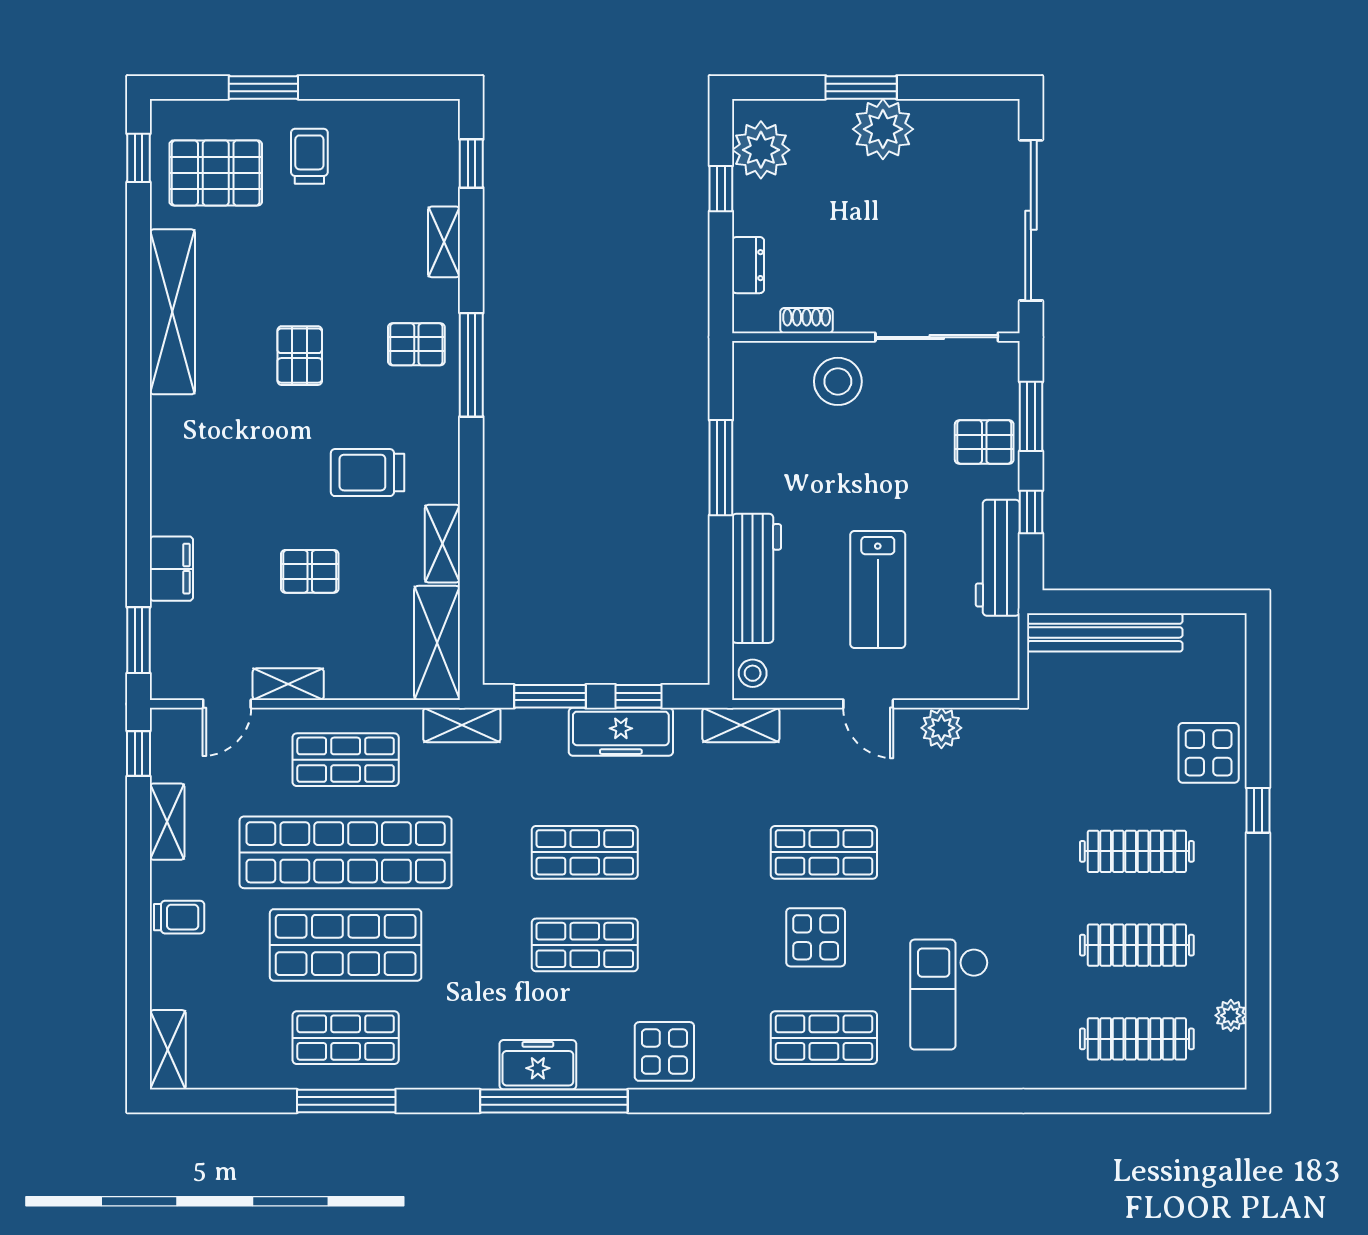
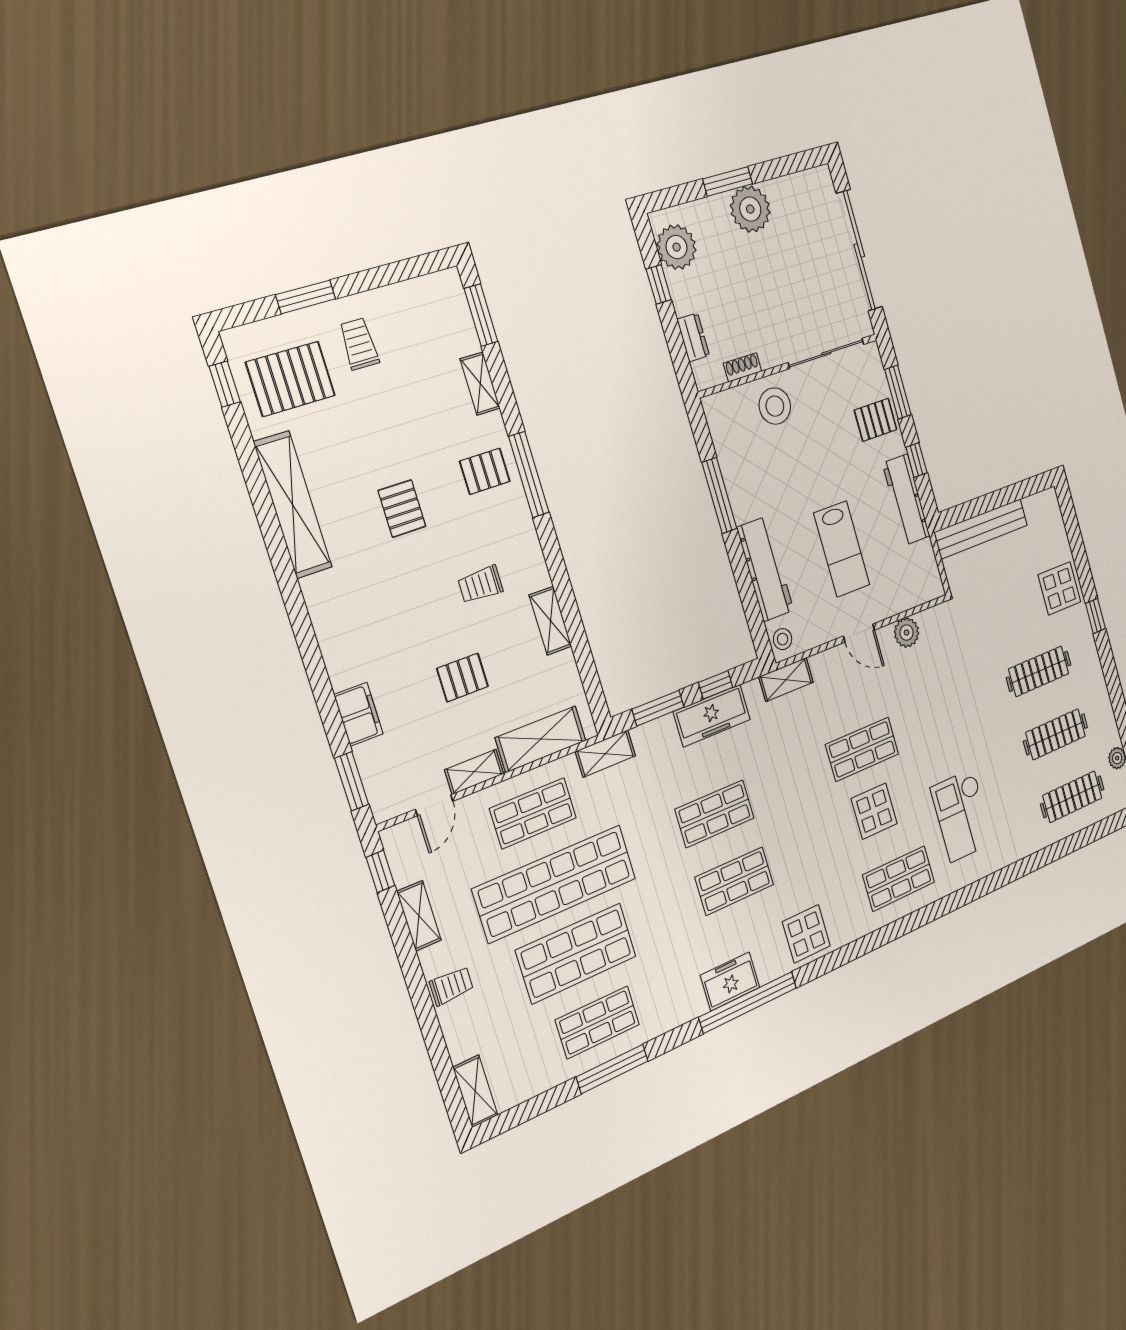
window: (471, 164) -> (481, 315), width x1.50
trolley: (368, 473) -> (481, 585), width x0.73, depth x0.72
shelving: (437, 643) -> (541, 739), moved, turned 90

